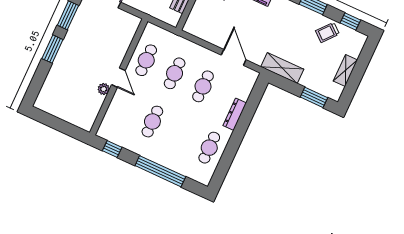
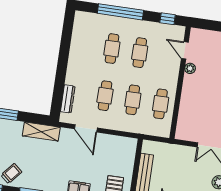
door: (118, 78) -> (185, 50), moved
dresser: (235, 114) -> (68, 99), moved
cafe table: (209, 148) -> (112, 49), moved

